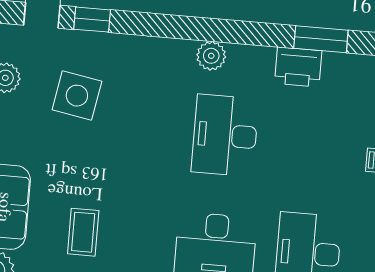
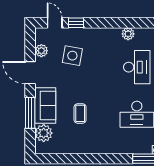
desk: (225, 135) -> (137, 67), turned 180

